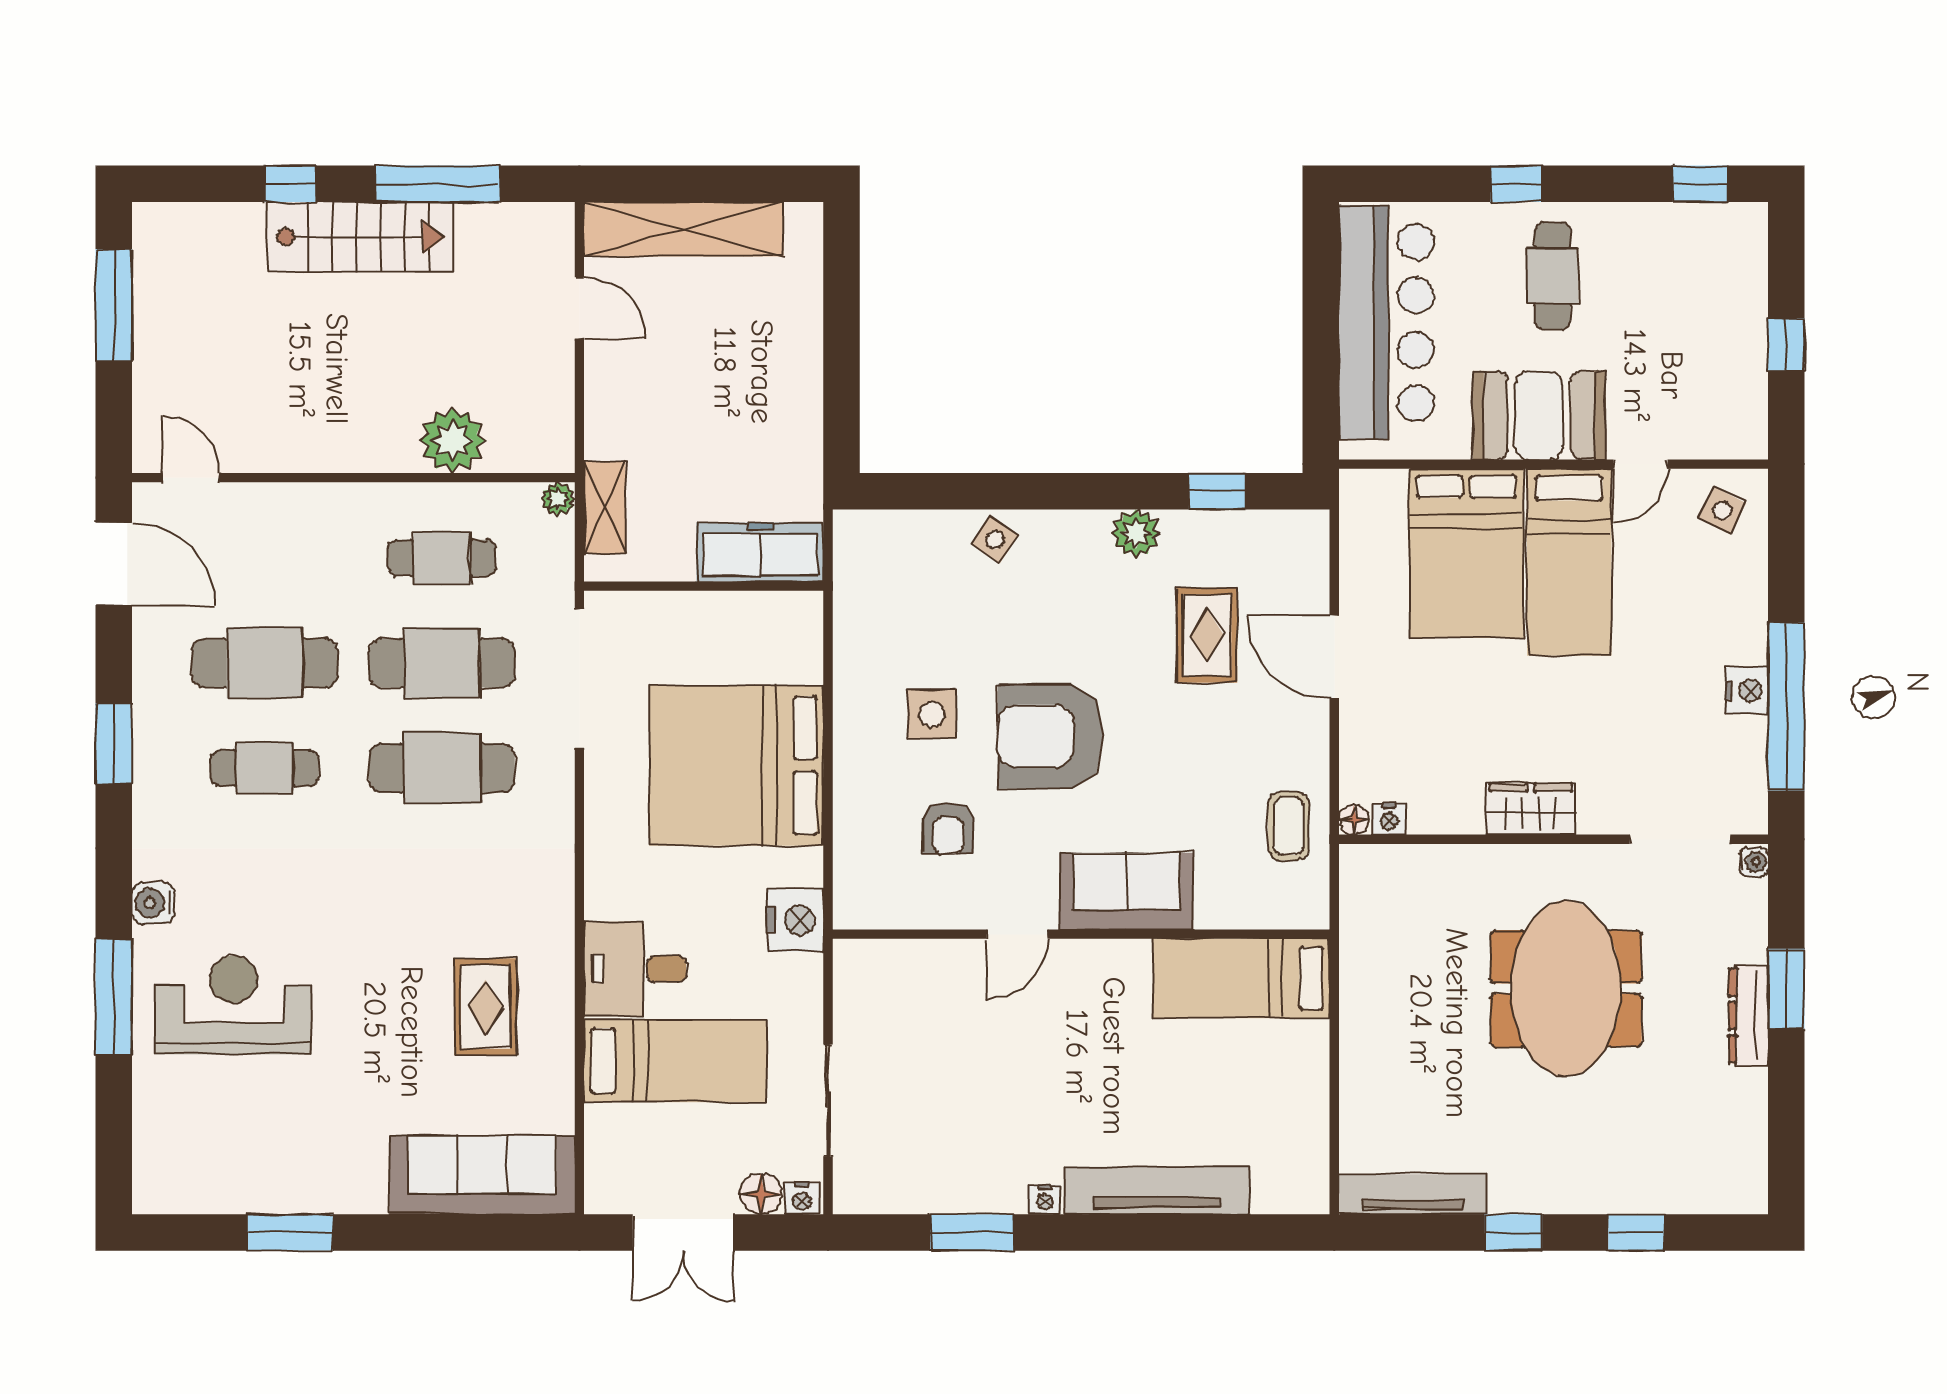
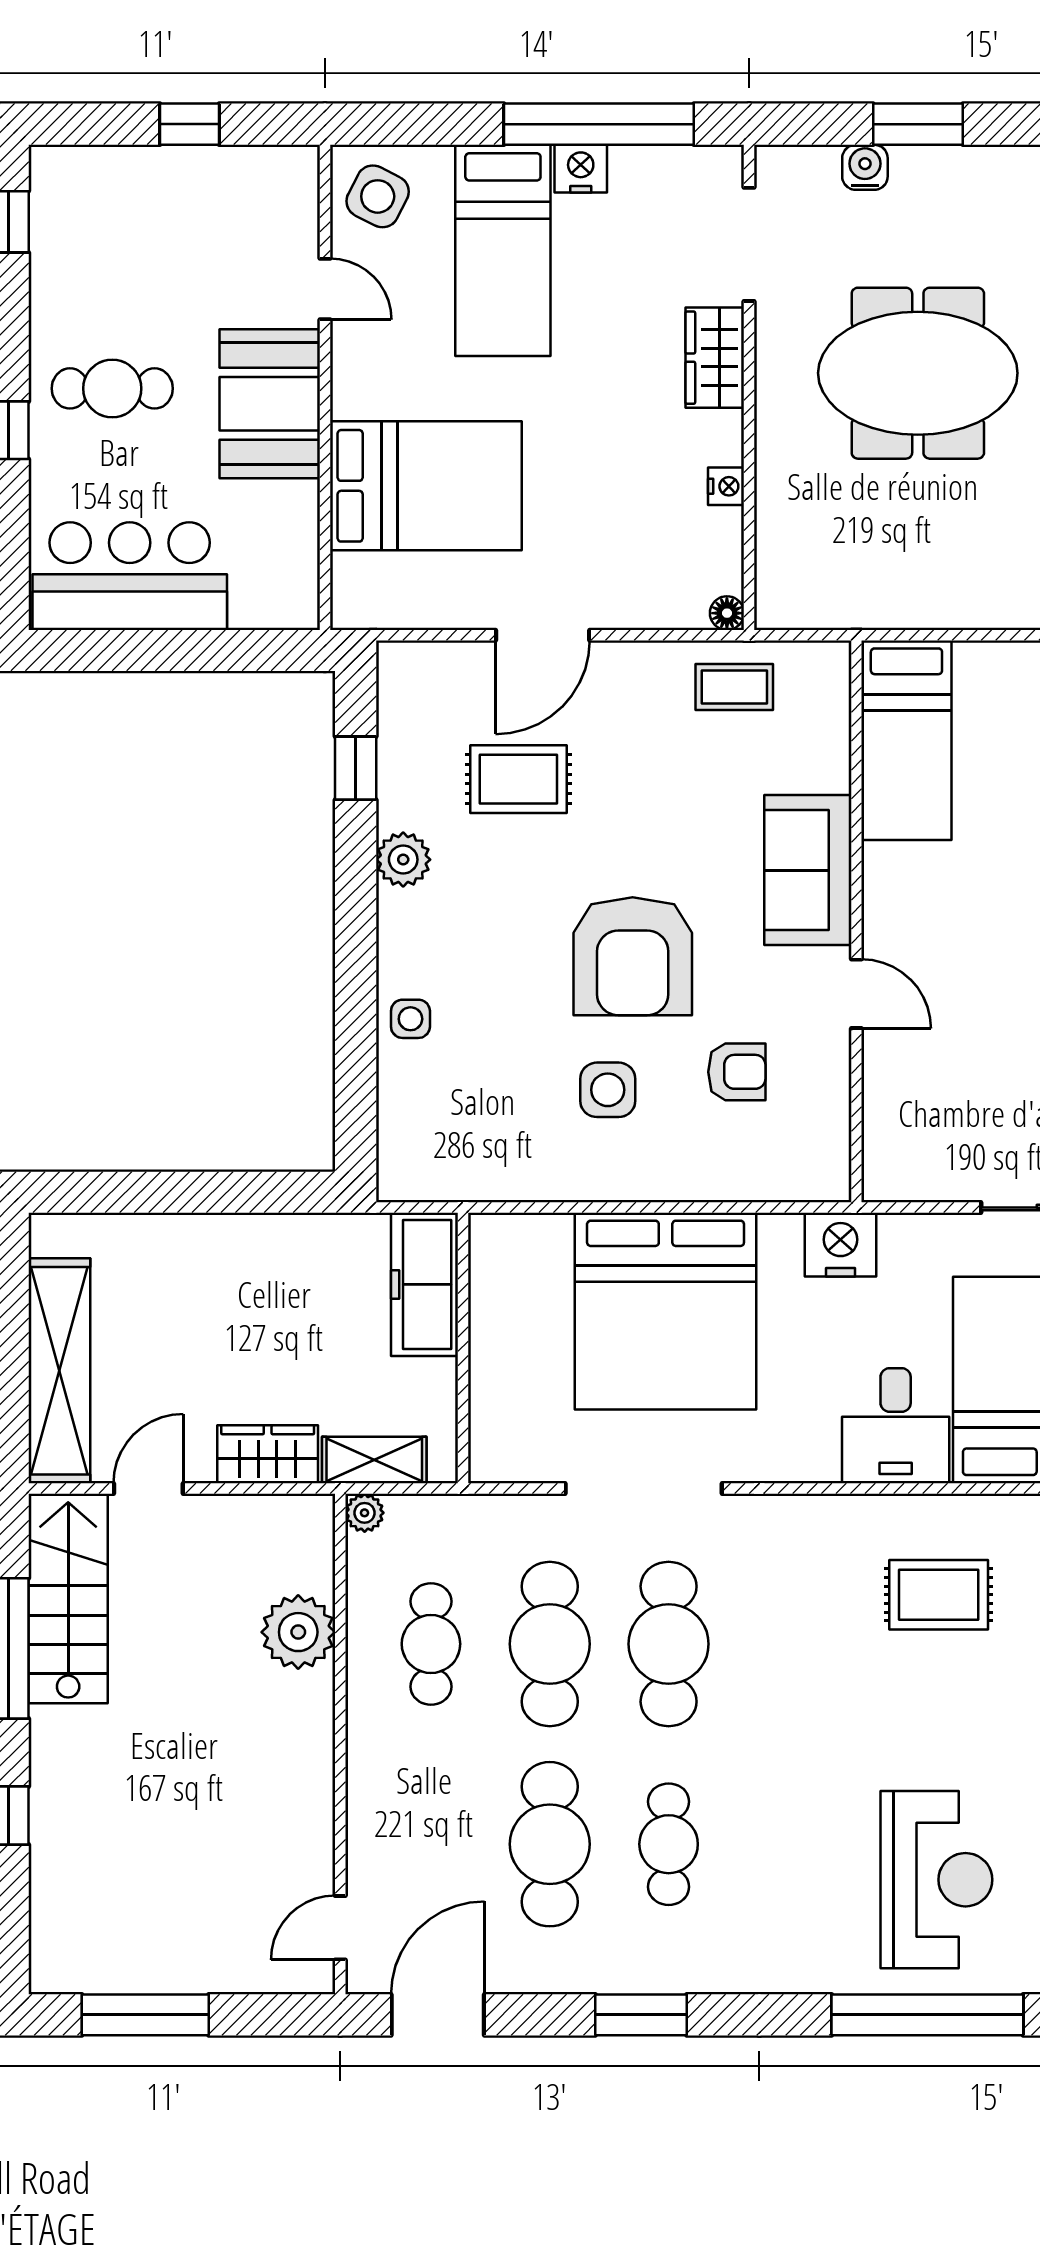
stairs: (360, 237) -> (68, 1599), moved
bar counter: (1386, 323) -> (130, 576), width x0.73
wardrobe: (610, 413) -> (268, 1454), added
side table: (1722, 511) -> (378, 196), width x1.37, depth x1.37
side table: (995, 540) -> (410, 1019), turned -33
bed: (1569, 562) -> (503, 250), moved, turned 90
doorway: (579, 678) -> (644, 1489), moved
wardrobe: (1531, 809) -> (715, 358), moved
nightstand: (1389, 819) -> (726, 486), moved
water cooler: (1754, 862) -> (865, 167), moved, width x1.38, depth x1.38
water cooler: (153, 903) -> (821, 1971), removed
window: (114, 997) -> (927, 2015), width x1.46
reception desk: (233, 1005) -> (936, 1880), turned 180
dresser: (1749, 1016) -> (948, 167), removed

